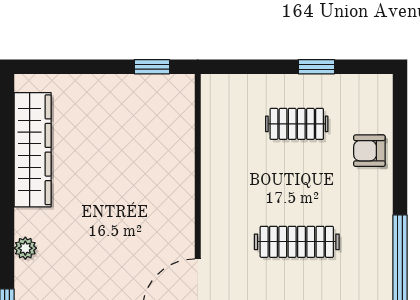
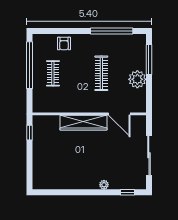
window: (316, 67) -> (30, 65), width x3.17
wardrobe: (33, 150) -> (83, 123), moved, turned 180

